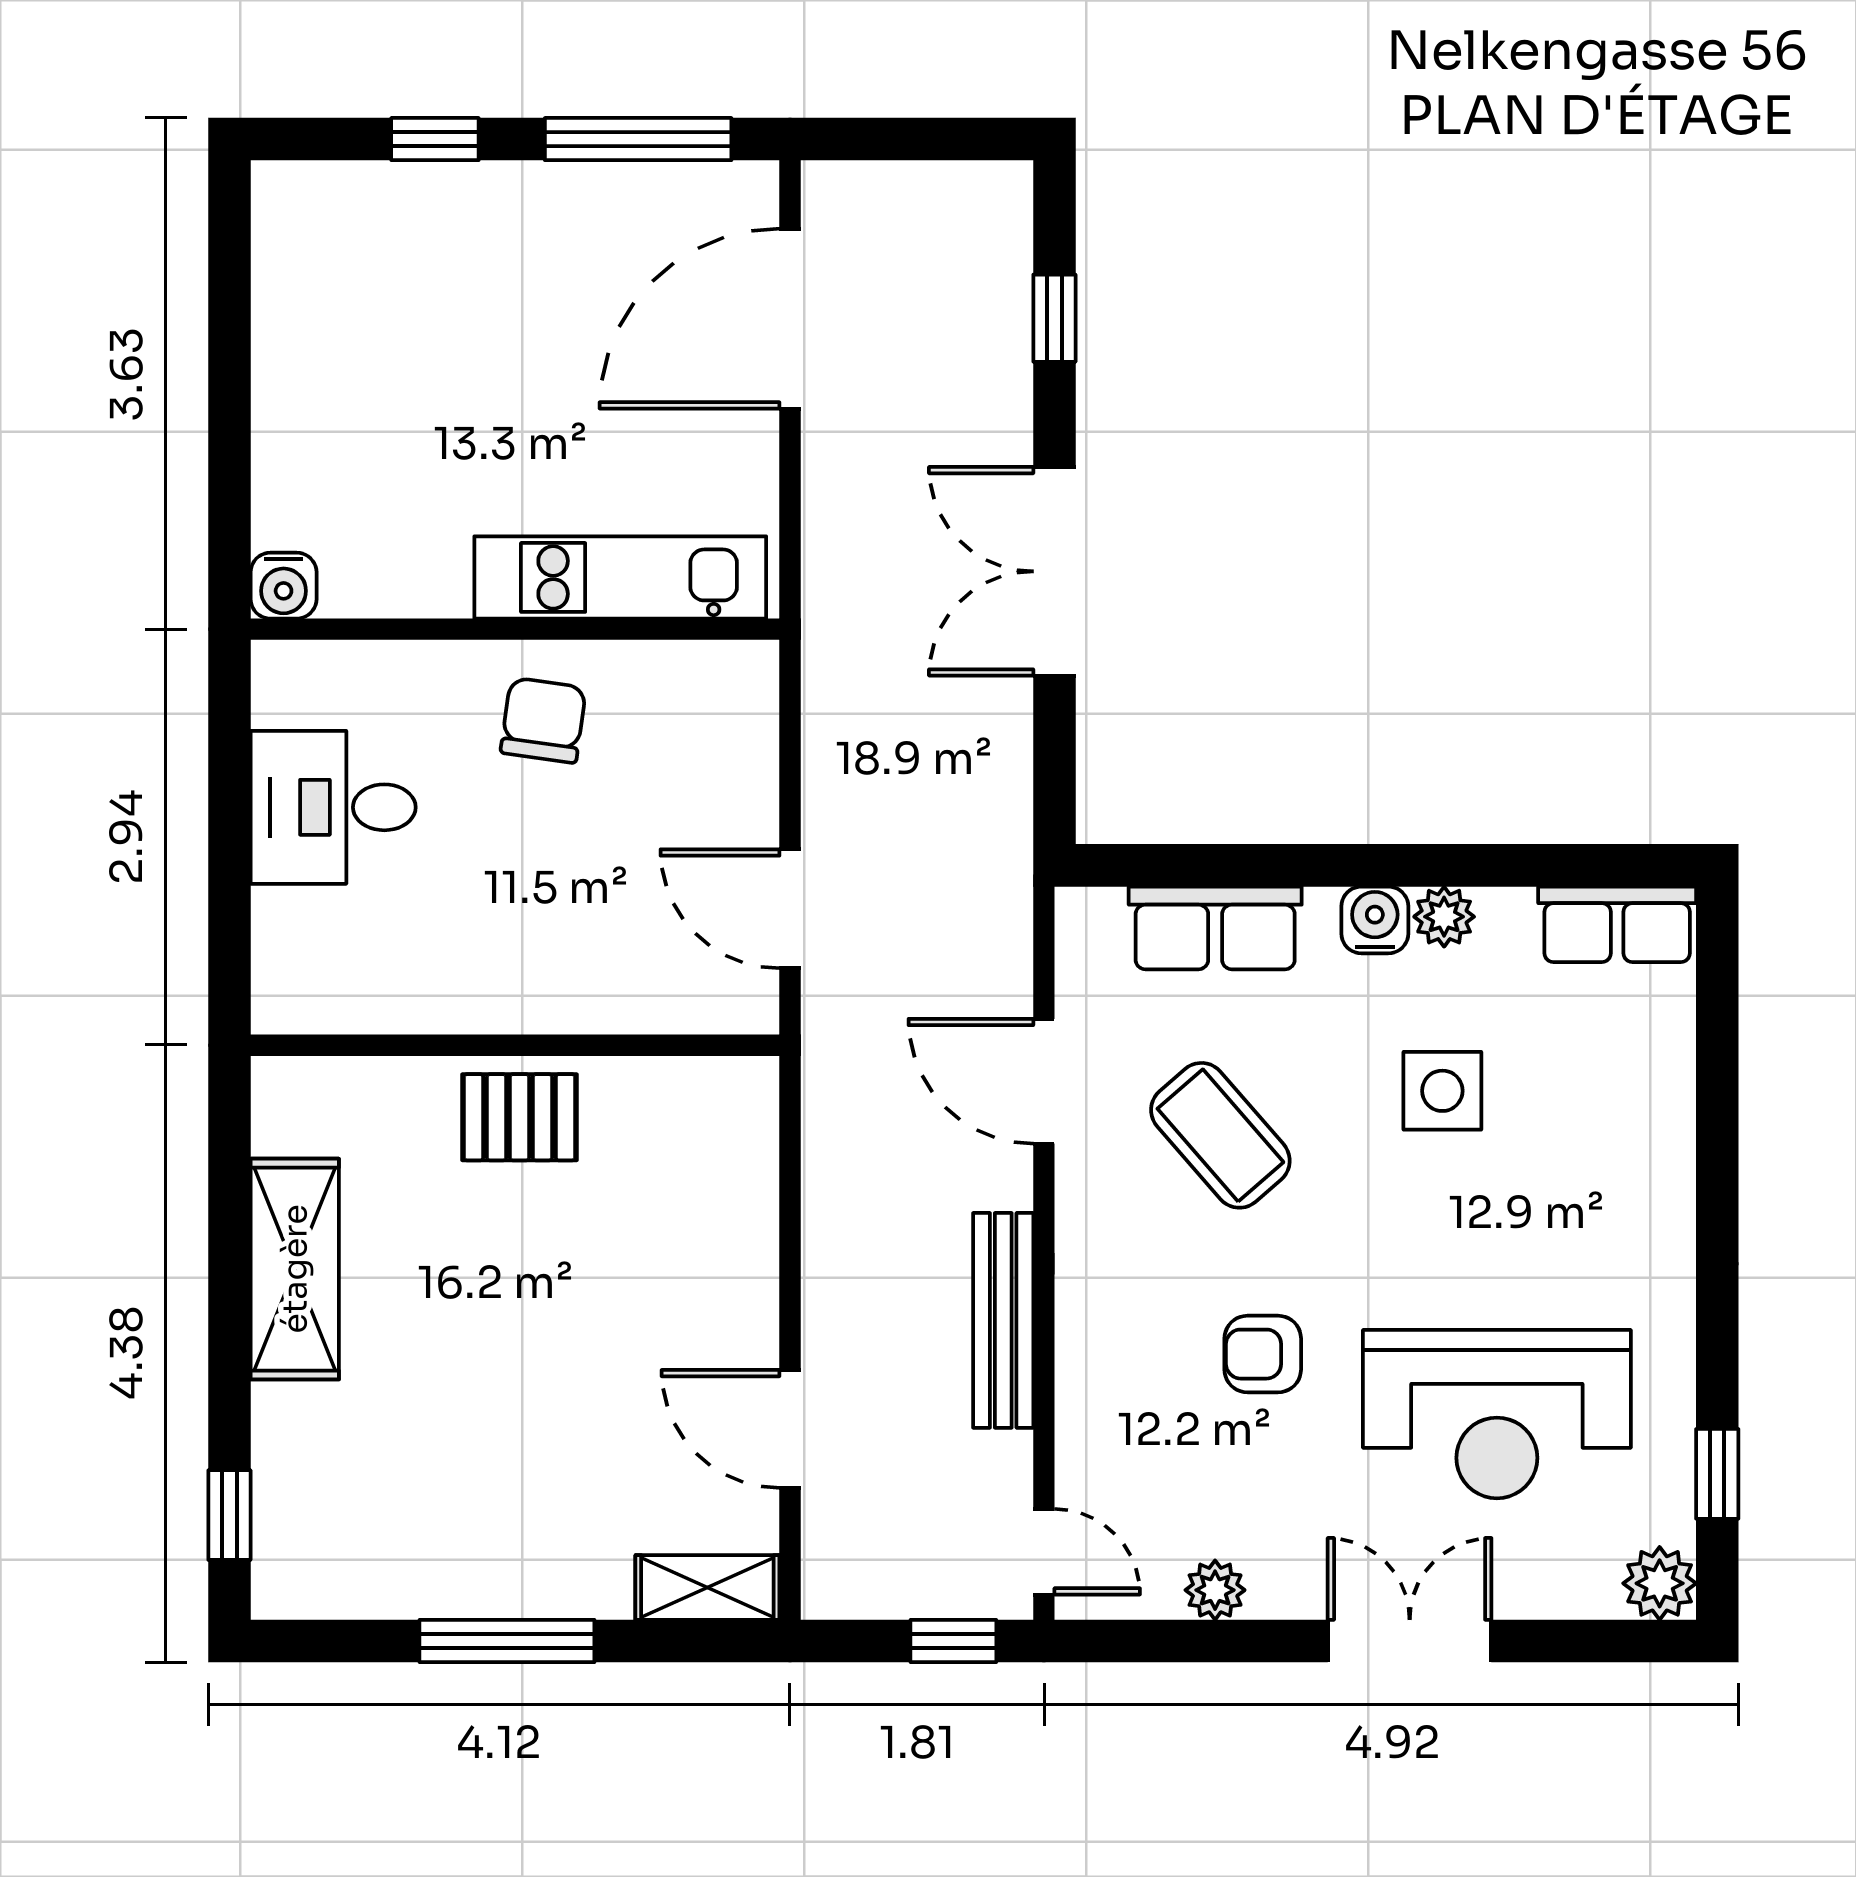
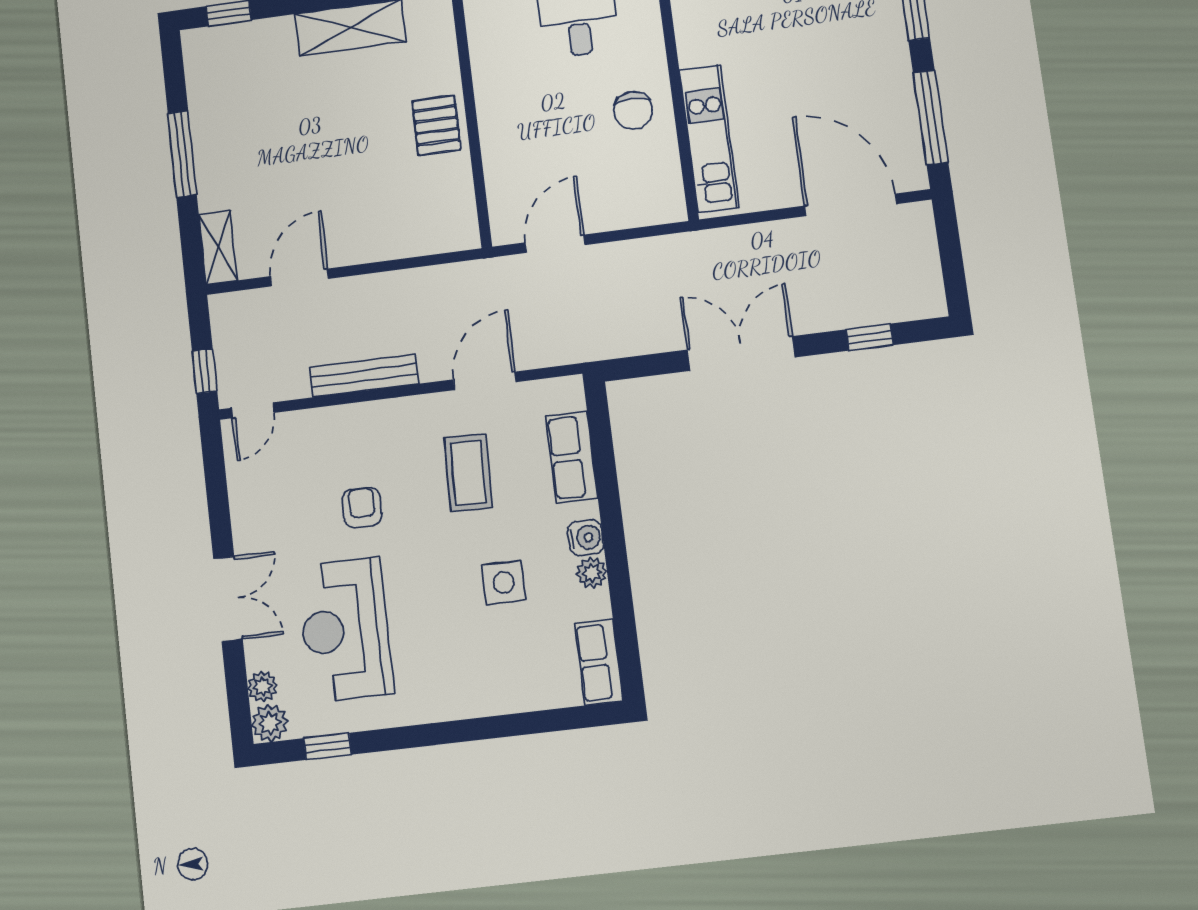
chair: (543, 720) -> (633, 110), turned 82
coffee table: (1220, 1135) -> (468, 473), turned -47
plant: (1215, 1590) -> (263, 687), moved

